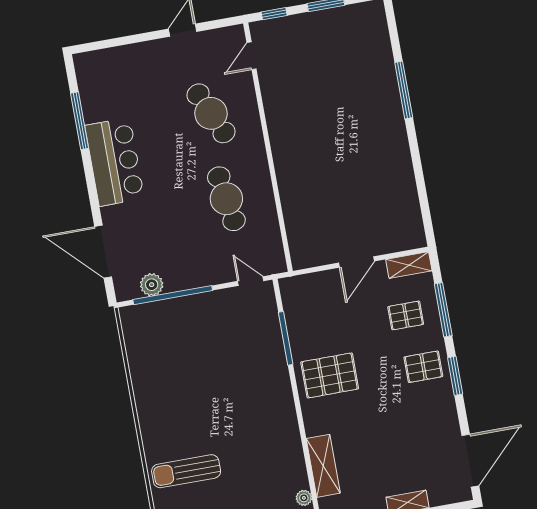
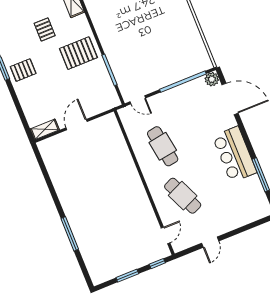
plant: (152, 285) -> (212, 79), moved
window: (443, 310) -> (18, 107), removed
pallet: (406, 315) -> (45, 29), moved, turned 90

